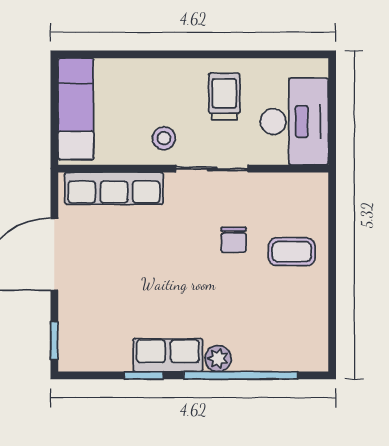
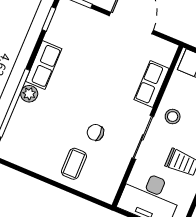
row of seats: (114, 188) -> (152, 84), width x0.68
window: (144, 375) -> (49, 19), moved

